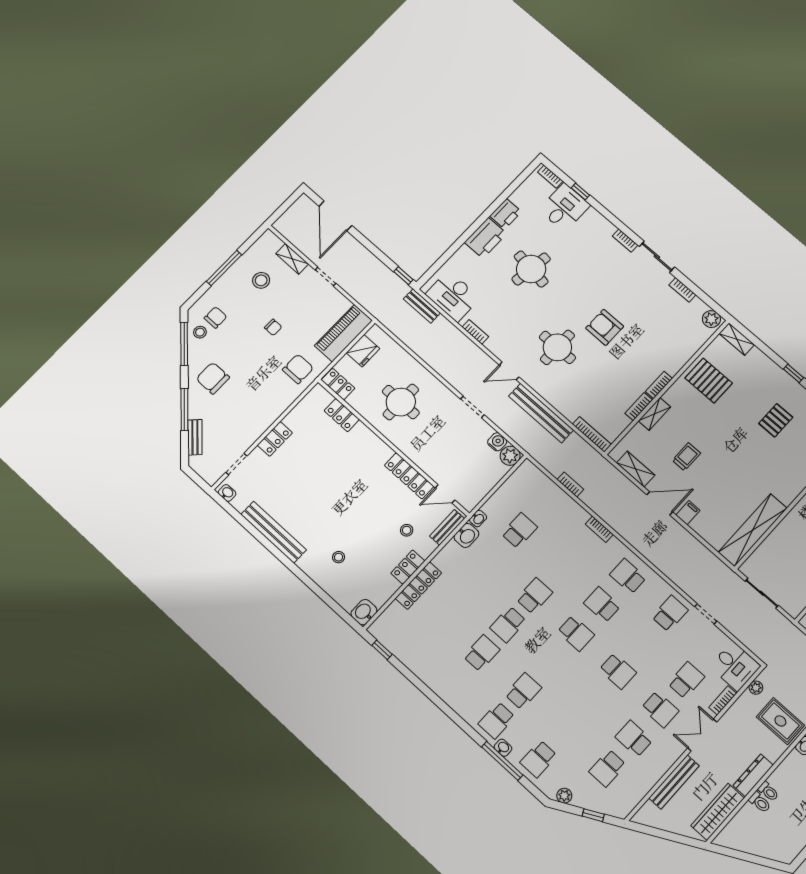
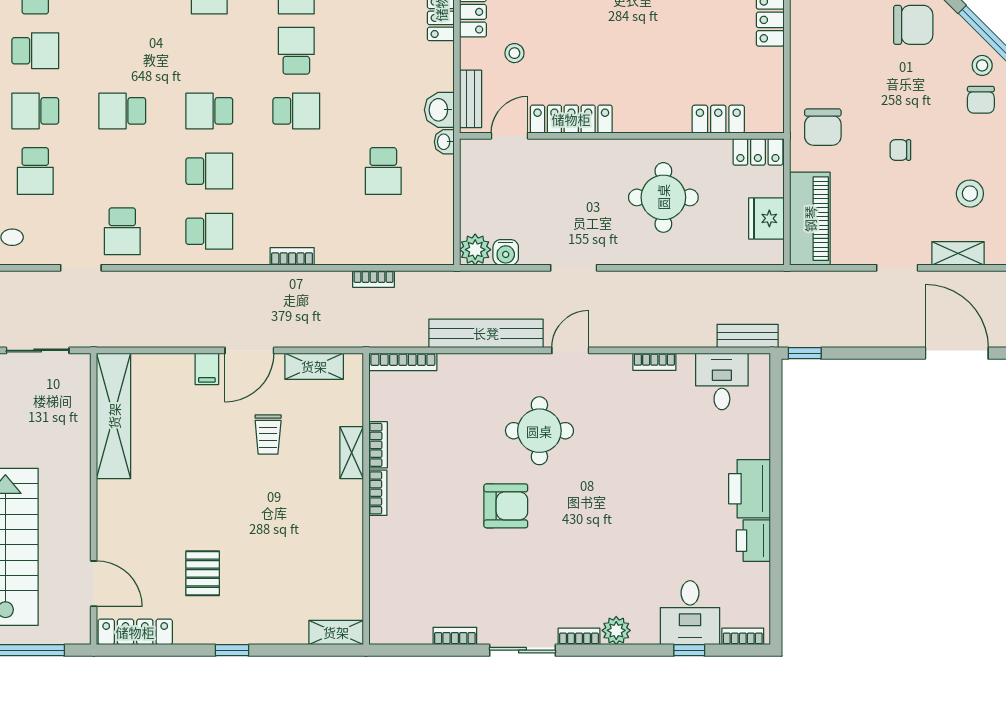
round table: (531, 269) -> (659, 499), removed
desk: (453, 296) -> (722, 381), width x0.73
plant: (711, 319) -> (616, 630), moved
pallet: (709, 381) -> (324, 551), removed
school desk: (534, 596) -> (296, 111), turned -90

